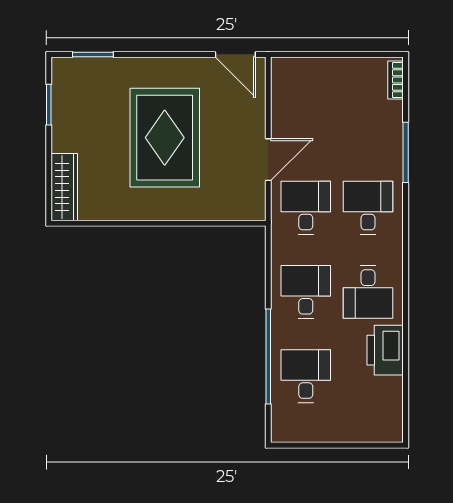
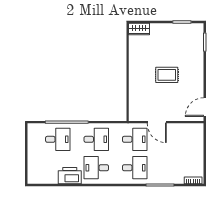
rug: (165, 138) -> (167, 75), width x0.54, depth x0.49
wardrobe: (64, 187) -> (139, 29), width x0.67

